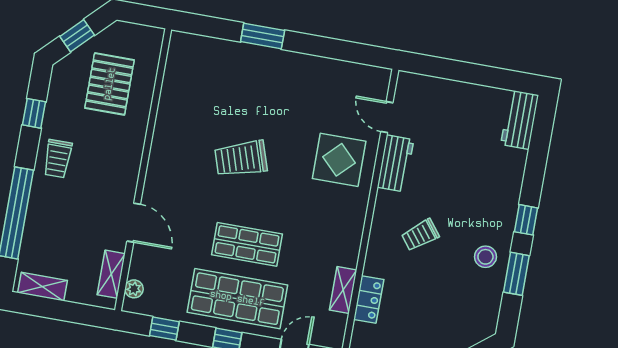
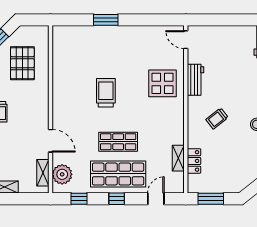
door: (387, 117) -> (186, 40), moved
trolley: (241, 159) -> (106, 93), turned 108
plant: (134, 289) -> (62, 174), width x1.88, depth x1.88

